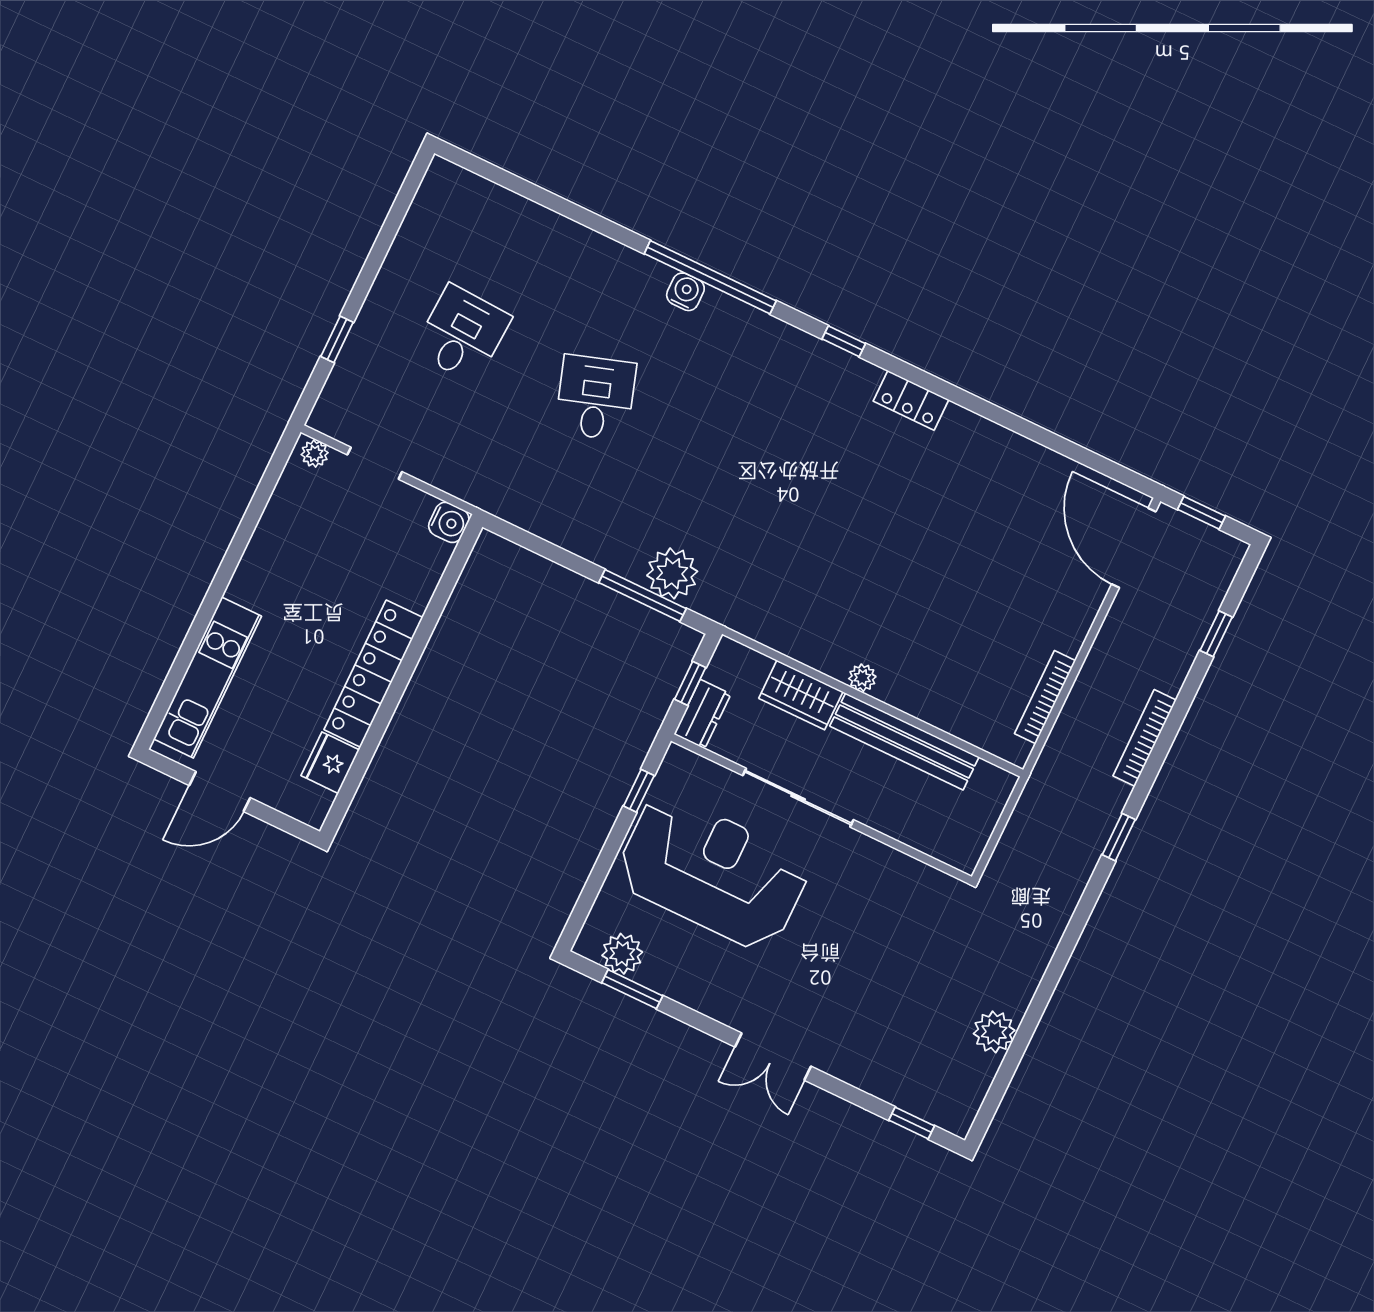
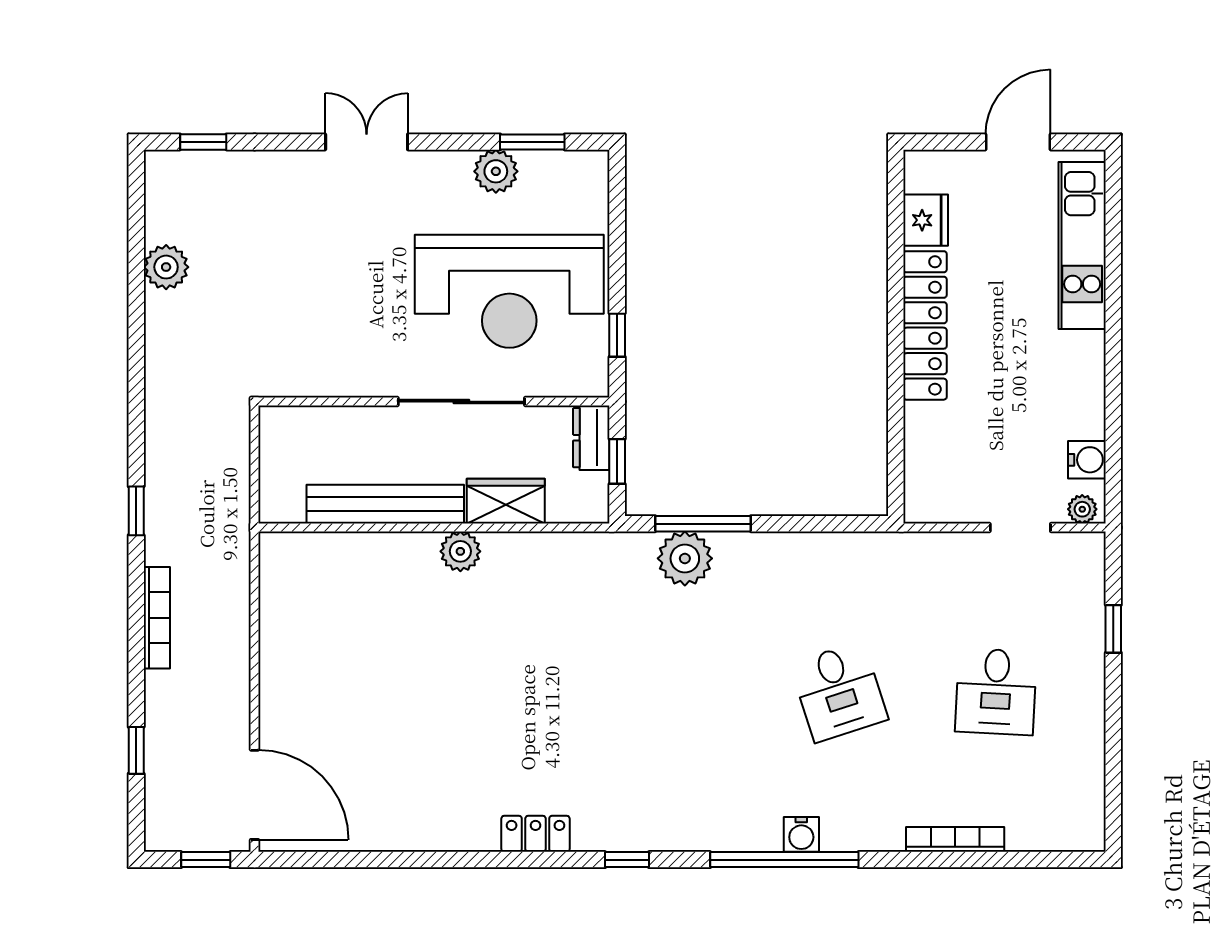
water cooler: (449, 522) -> (1087, 460), moved, turned 180
plant: (862, 678) -> (460, 551), width x1.38, depth x1.38
bookcase: (1045, 697) -> (955, 839), moved, turned -90
plant: (622, 954) -> (496, 171), moved

